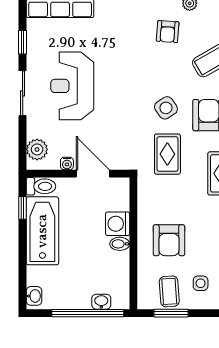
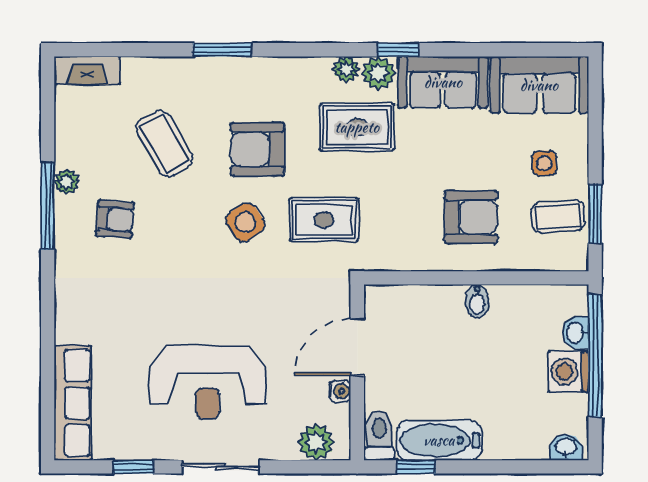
washing machine: (118, 224) -> (568, 372), moved, turned 90
bathtub: (42, 231) -> (439, 440), width x0.73, depth x0.73

